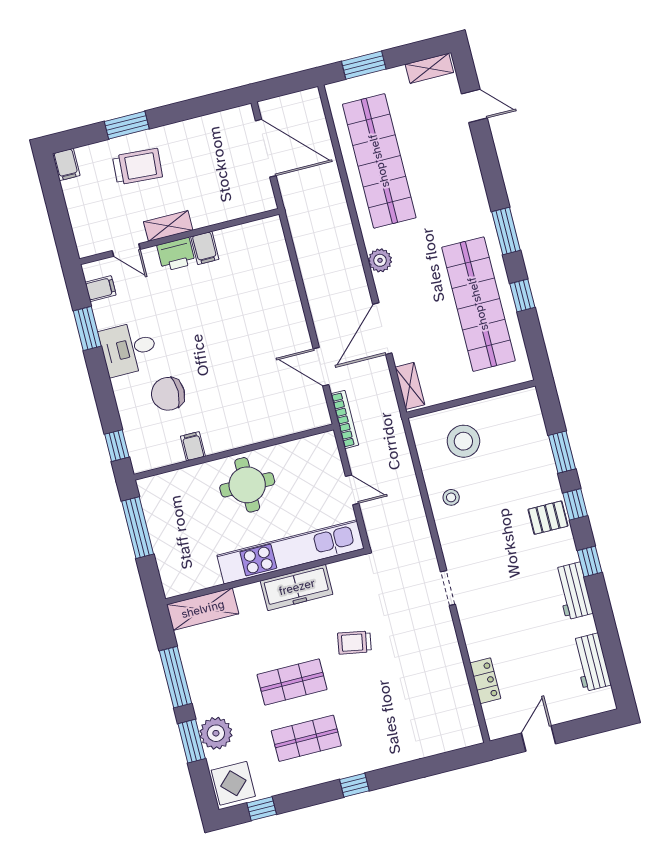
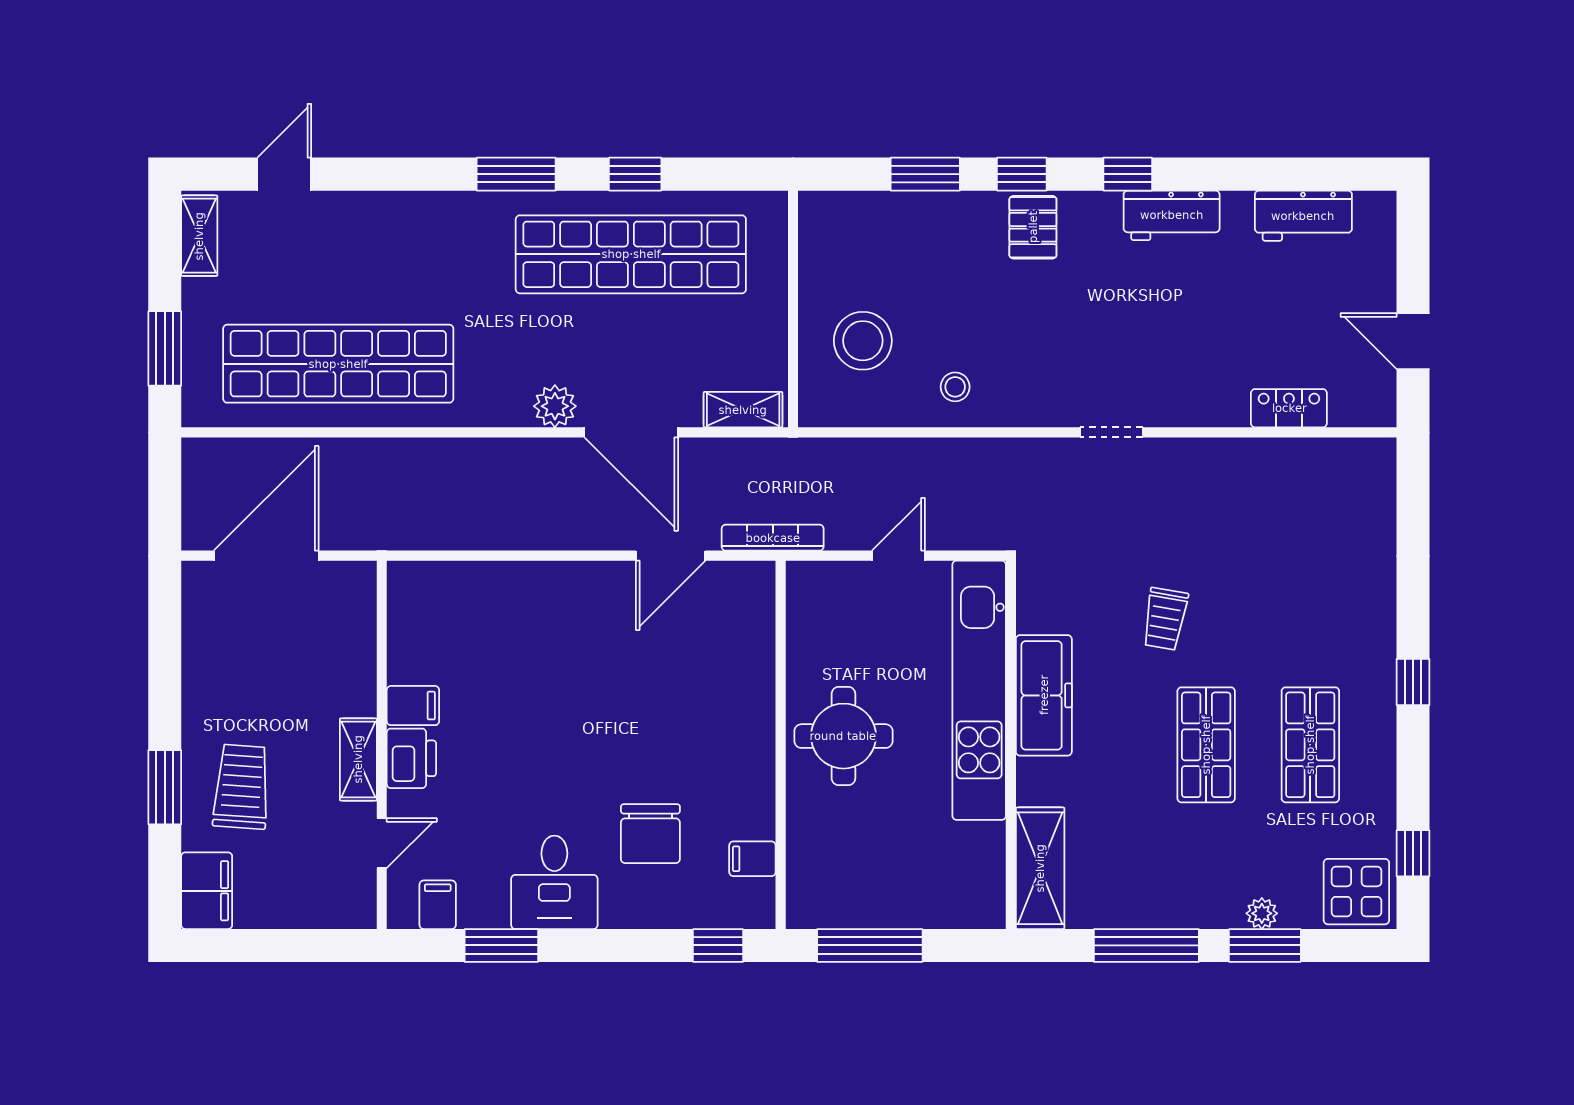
filing cabinet: (66, 165) -> (207, 891), width x2.00
plant: (380, 260) -> (555, 406), moved
filing cabinet: (193, 446) -> (752, 859), moved
plant: (216, 733) -> (1262, 913), width x0.53, depth x0.53

